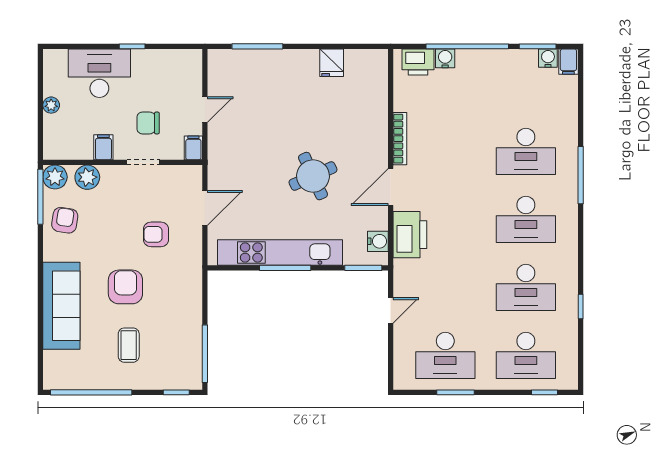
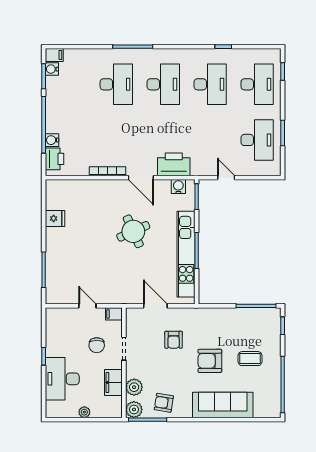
filing cabinet: (103, 147) -> (113, 383), width x2.00

